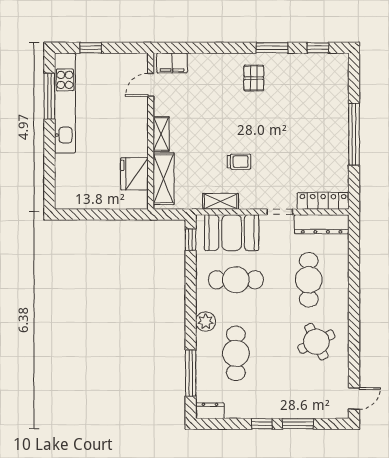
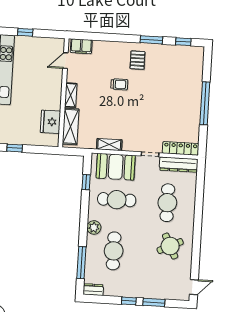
trolley: (239, 162) -> (119, 84), moved
window: (85, 215) -> (15, 148), added
window: (191, 240) -> (86, 182), moved

